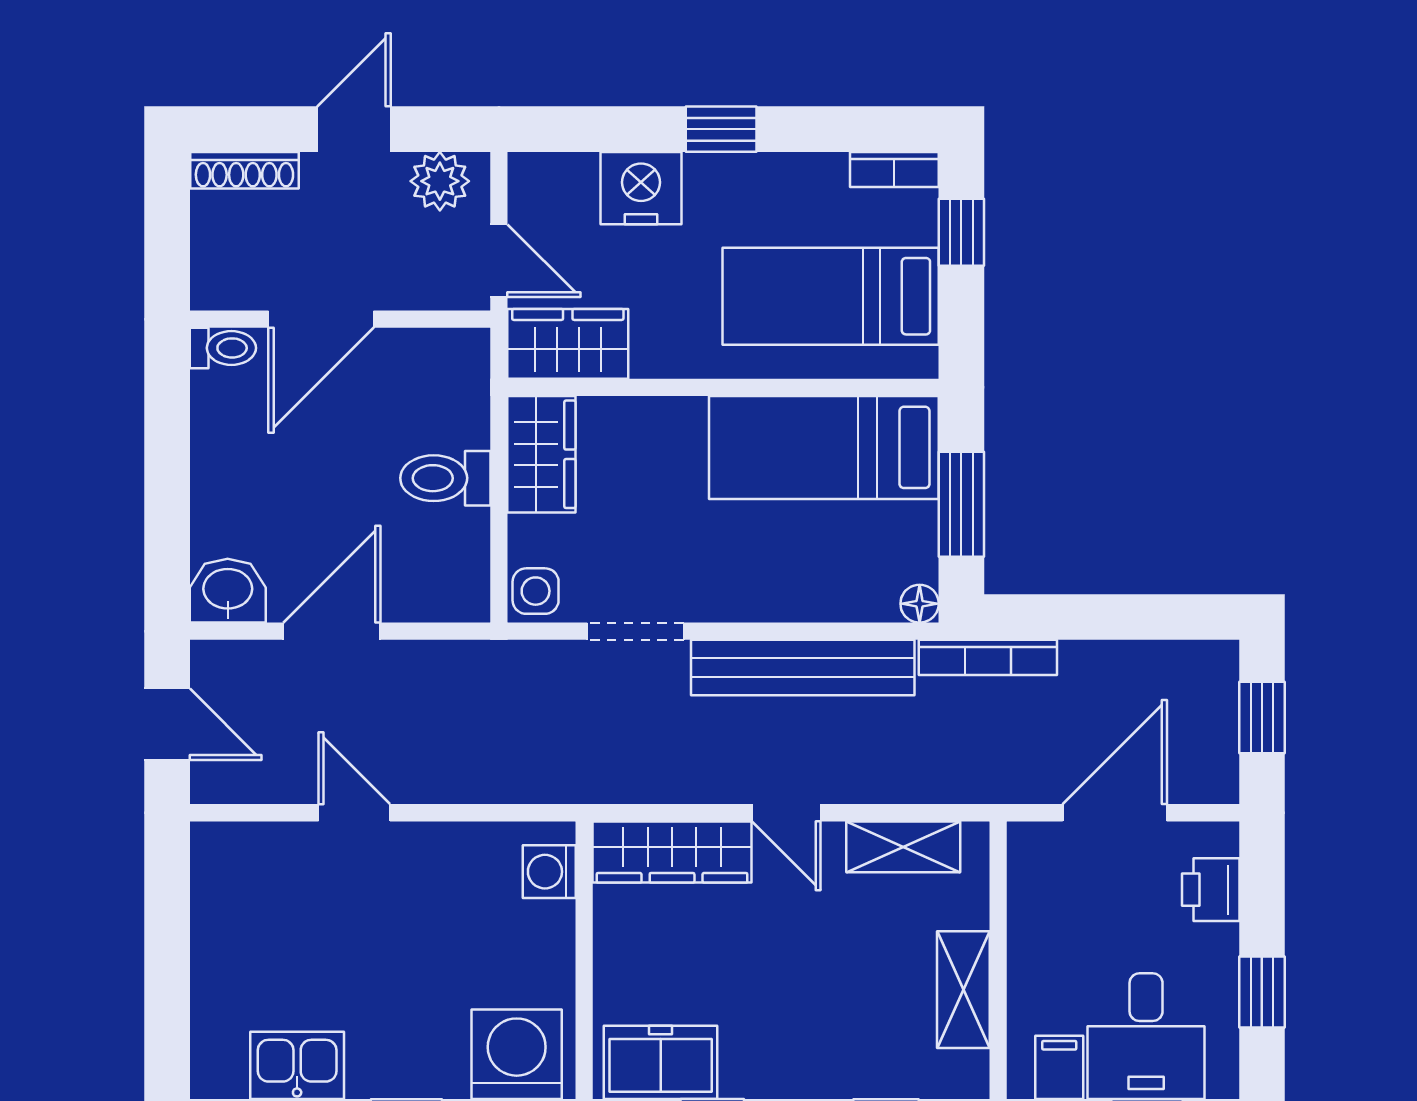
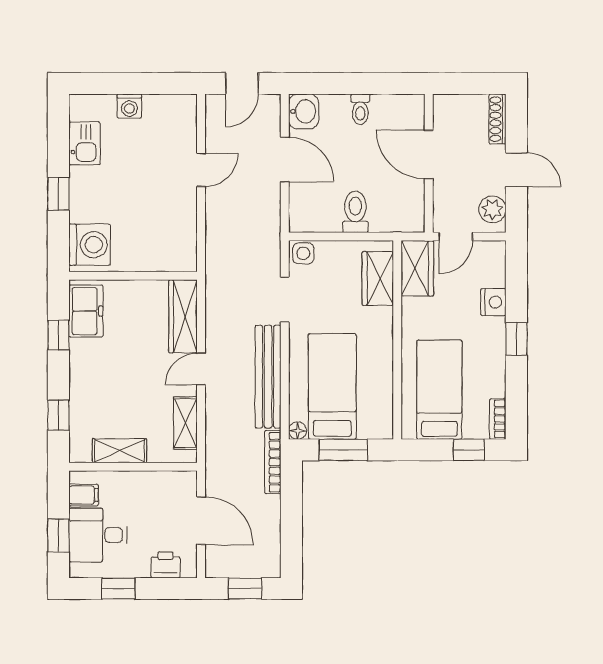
nightstand: (641, 188) -> (493, 302), width x0.74, depth x0.75
toilet: (223, 348) -> (360, 109), moved
bed: (824, 447) -> (332, 386), moved
wardrobe: (541, 454) -> (378, 279), moved, turned 90
washing machine: (549, 872) -> (129, 106), moved, turned 180

